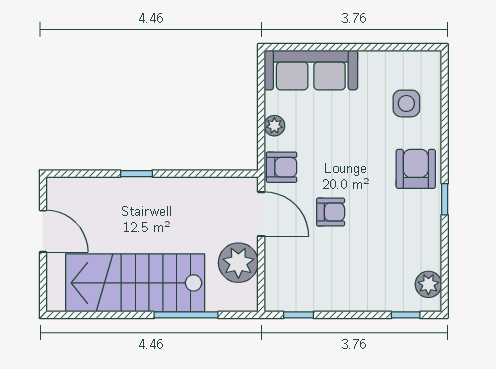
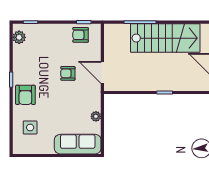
armchair: (282, 167) -> (81, 35), moved
plant: (238, 263) -> (114, 48), removed

